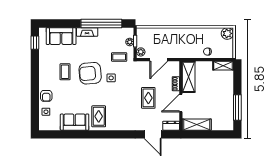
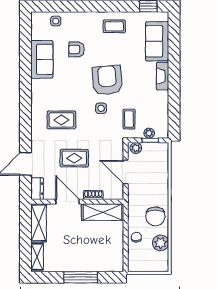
window: (101, 23) -> (174, 95), removed
plant: (227, 33) -> (161, 243), moved
chair: (192, 37) -> (155, 216), added
shelving: (223, 66) -> (37, 257), moved
coffee table: (65, 72) -> (114, 26), moved
armchair: (46, 96) -> (76, 49), moved
window: (237, 108) -> (81, 277), moved
rug: (99, 116) -> (61, 120), moved

